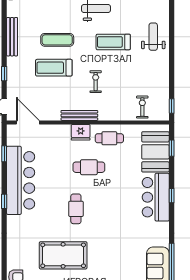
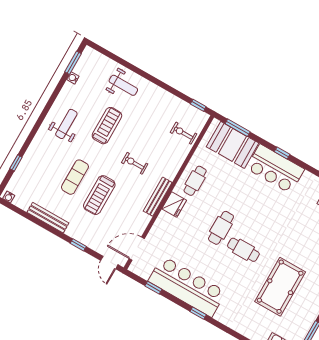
weight bench: (153, 37) -> (123, 85), turned 180
treadmill: (113, 42) -> (107, 126), turned 180
window: (172, 148) -> (238, 128), width x1.50
cafe table: (89, 167) -> (221, 228), moved

